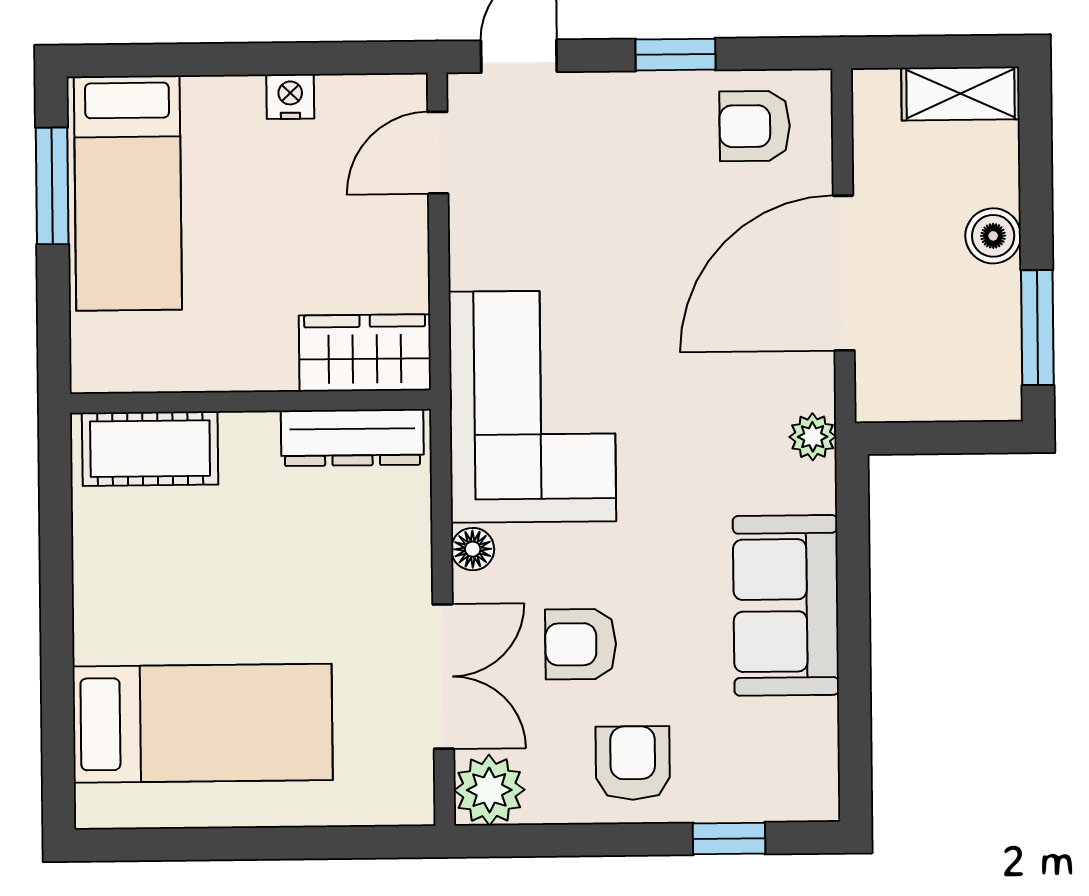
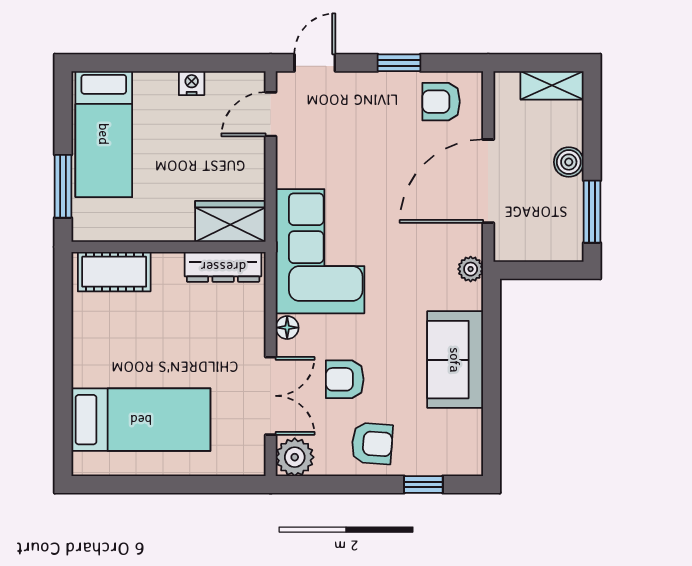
window: (52, 186) -> (63, 186), moved
armchair: (633, 763) -> (372, 443), turned 94

